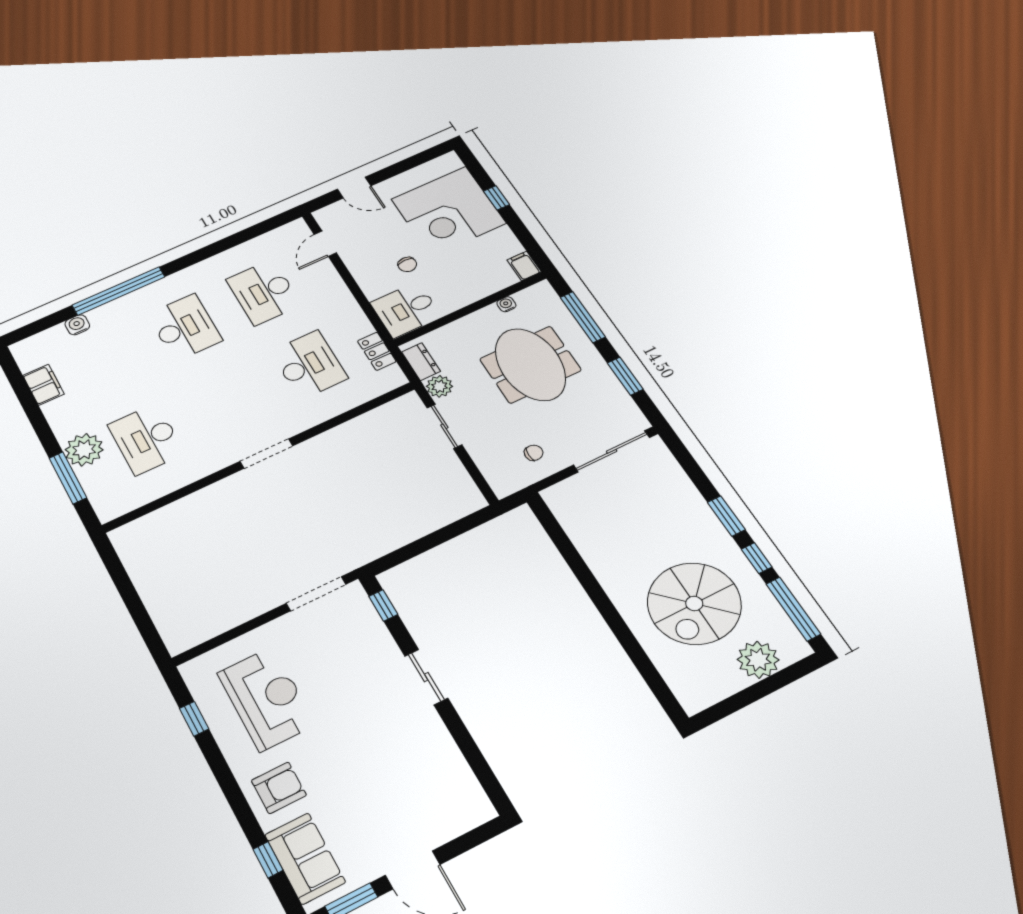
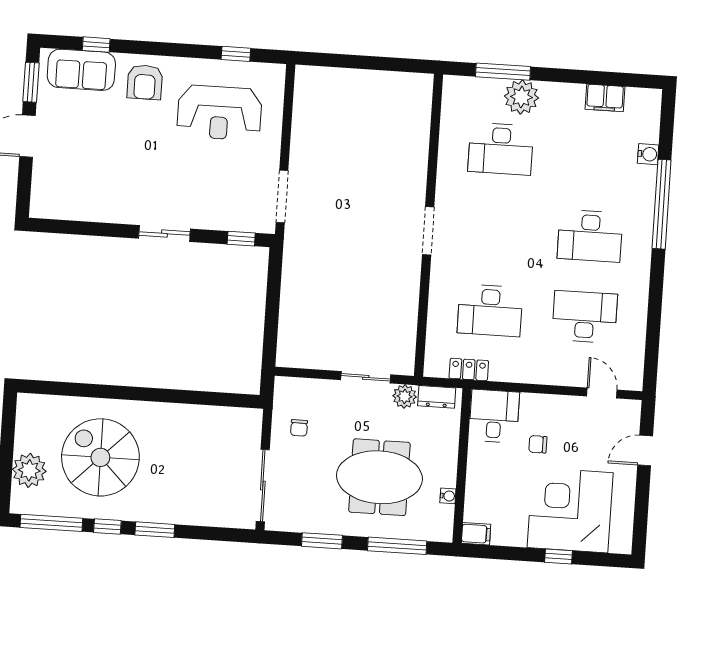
desk: (146, 439) -> (501, 149), turned 180

